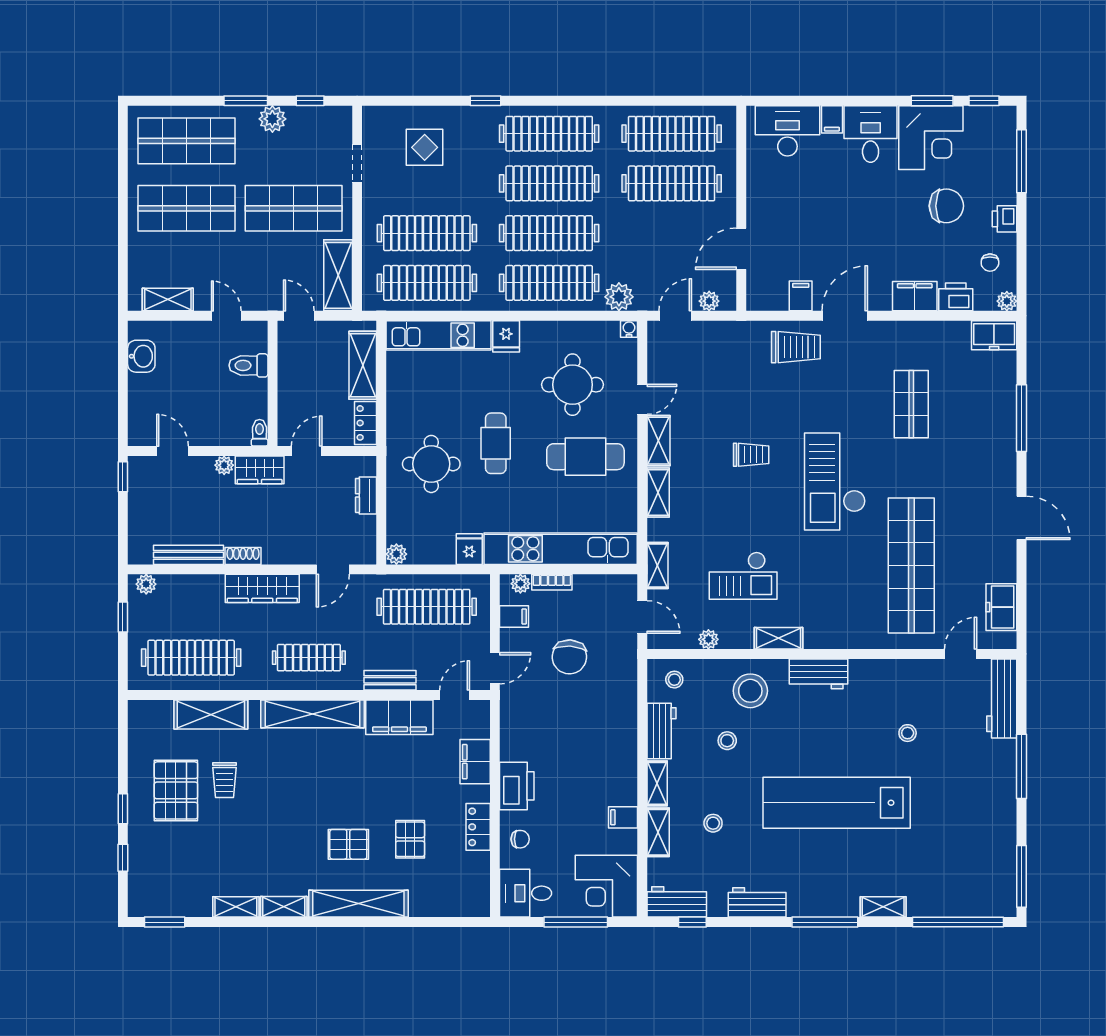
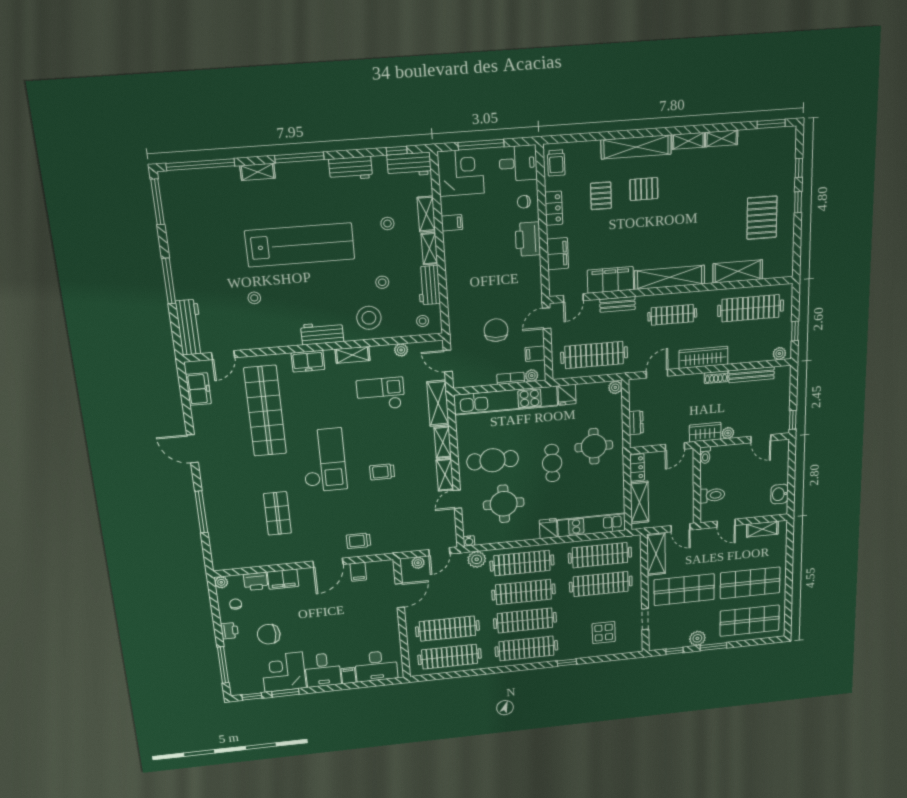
freezer: (994, 335) -> (308, 361), moved, turned 180
trolley: (796, 347) -> (358, 541), width x0.73, depth x0.72
shelving: (657, 565) -> (438, 403), width x1.50, depth x1.33
trolley: (224, 780) -> (556, 163), moved, turned 180

